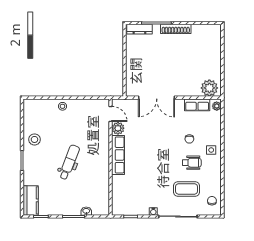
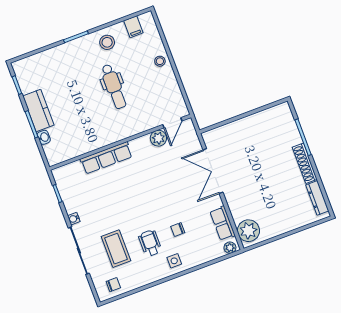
dresser: (139, 29) -> (317, 198), moved
filing cabinet: (30, 116) -> (133, 27), added
row of seats: (118, 155) -> (106, 158), moved
dental chair: (69, 162) -> (114, 87), moved, turned 69
wheelchair: (192, 163) -> (150, 243), turned 180
kitchen counter: (31, 200) -> (38, 110), moved, turned -90

